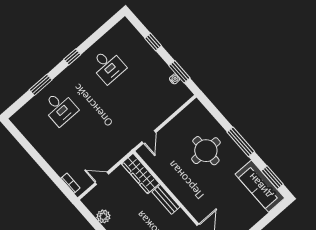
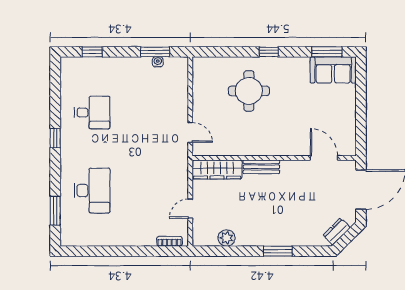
window: (153, 42) -> (92, 52), moved
window: (41, 85) -> (55, 211), moved
desk: (60, 108) -> (92, 190), width x1.37
window: (241, 142) -> (269, 52), width x0.46
sofa: (260, 186) -> (333, 70), width x0.73

